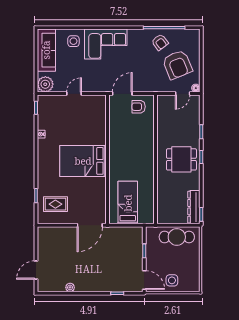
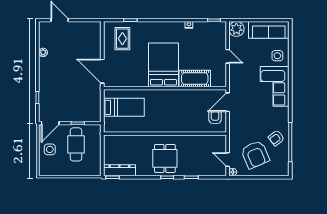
armchair: (177, 65) -> (255, 155), turned -91
door: (122, 94) -> (228, 102), swing flipped
cot: (97, 128) -> (195, 78), added
cafe table: (177, 237) -> (76, 144), moved

